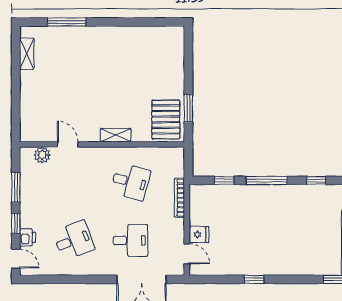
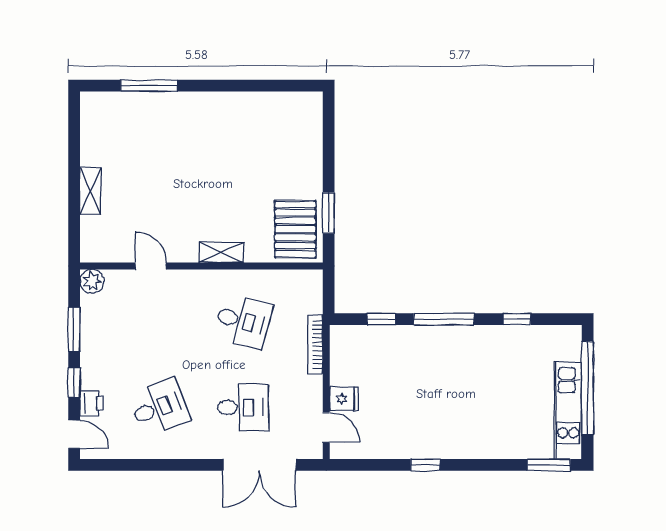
shelving: (27, 54) -> (90, 191), moved
plant: (42, 155) -> (92, 281), moved

